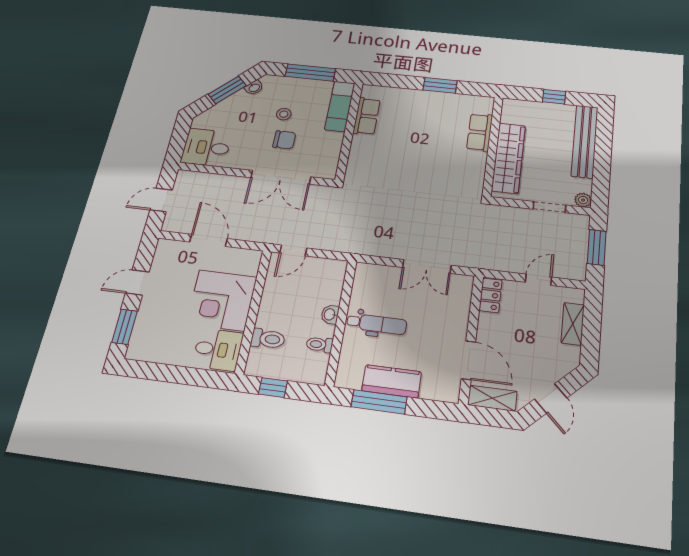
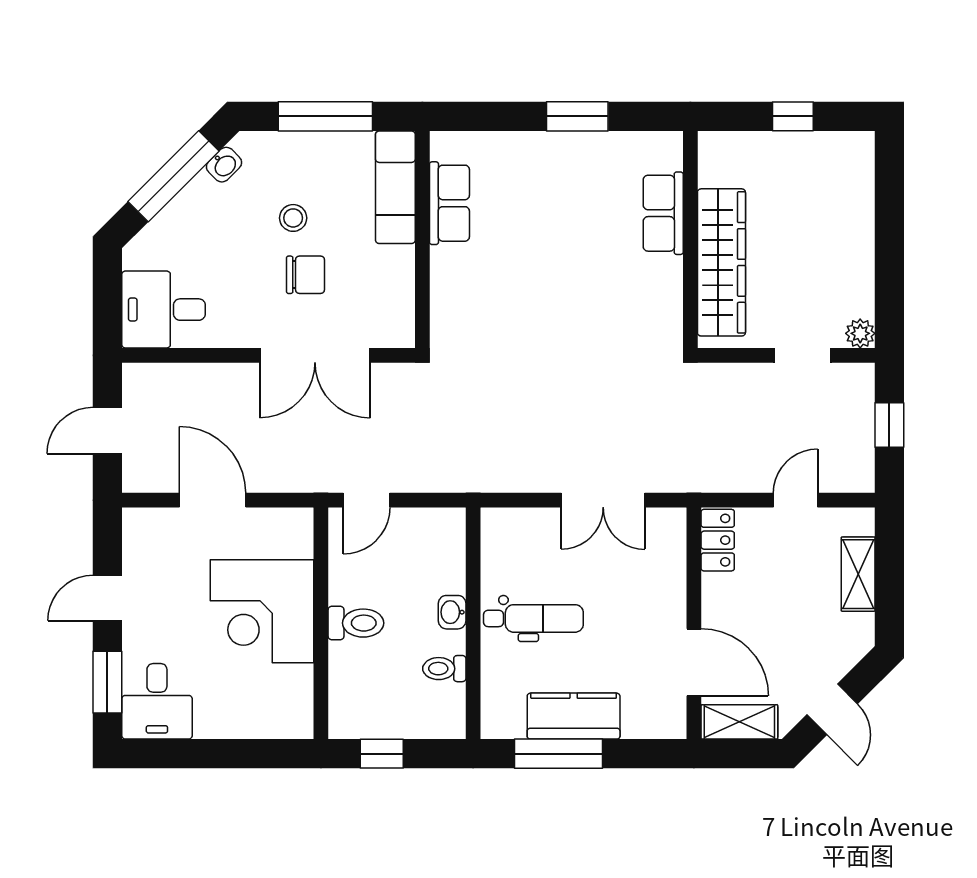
window: (227, 90) -> (173, 176), width x1.44
bench: (585, 141) -> (855, 209), removed
window: (597, 247) -> (889, 425), width x0.67
toilet: (268, 339) -> (356, 623), moved
desk: (218, 350) -> (157, 701), moved, turned 90

